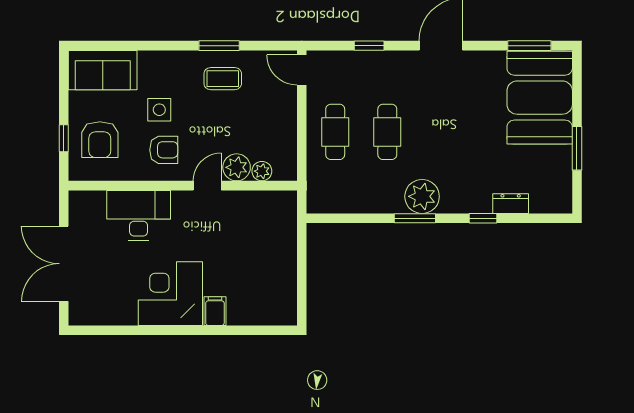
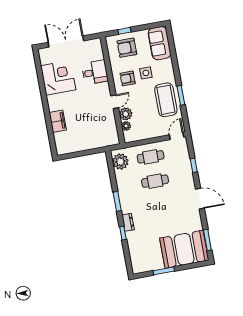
coffee table: (223, 79) -> (166, 100), width x1.86, depth x1.72
armchair: (164, 150) -> (128, 78), turned 90
door: (207, 186) -> (115, 102), hinge flipped
plant: (422, 196) -> (120, 162), moved
dresser: (511, 204) -> (128, 222), moved
desk: (139, 215) -> (95, 72), width x0.73
corner desk: (170, 294) -> (58, 78), moved
filing cabinet: (215, 311) -> (58, 121), width x2.00

